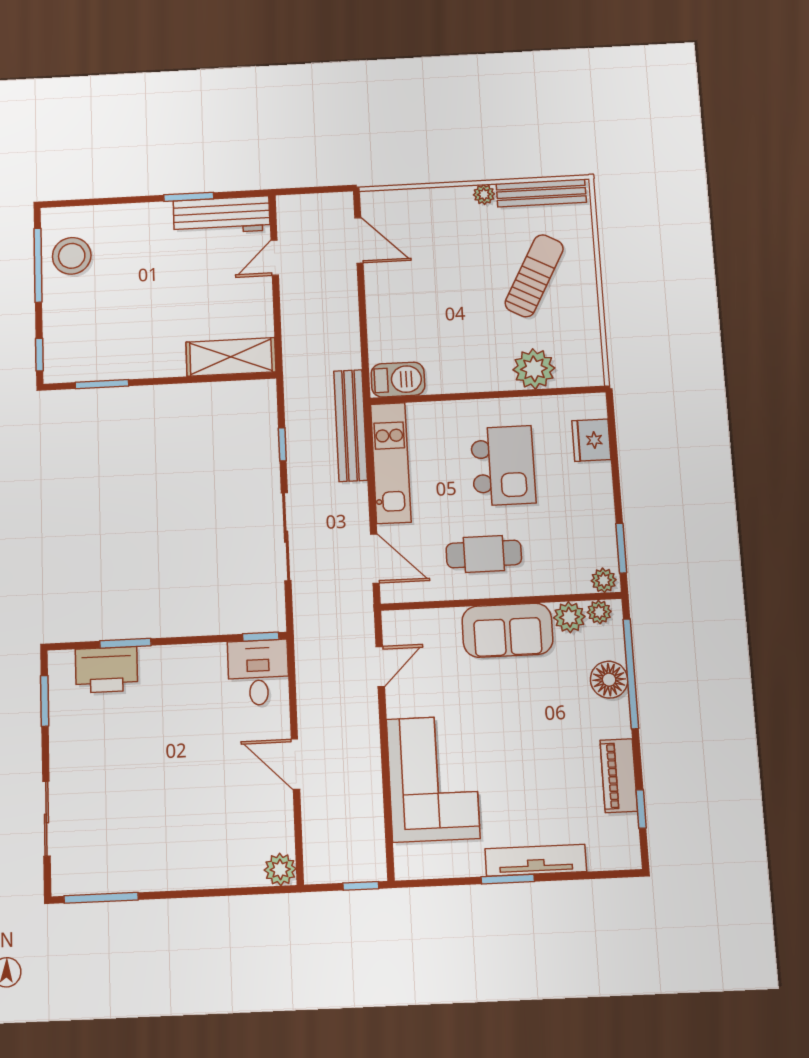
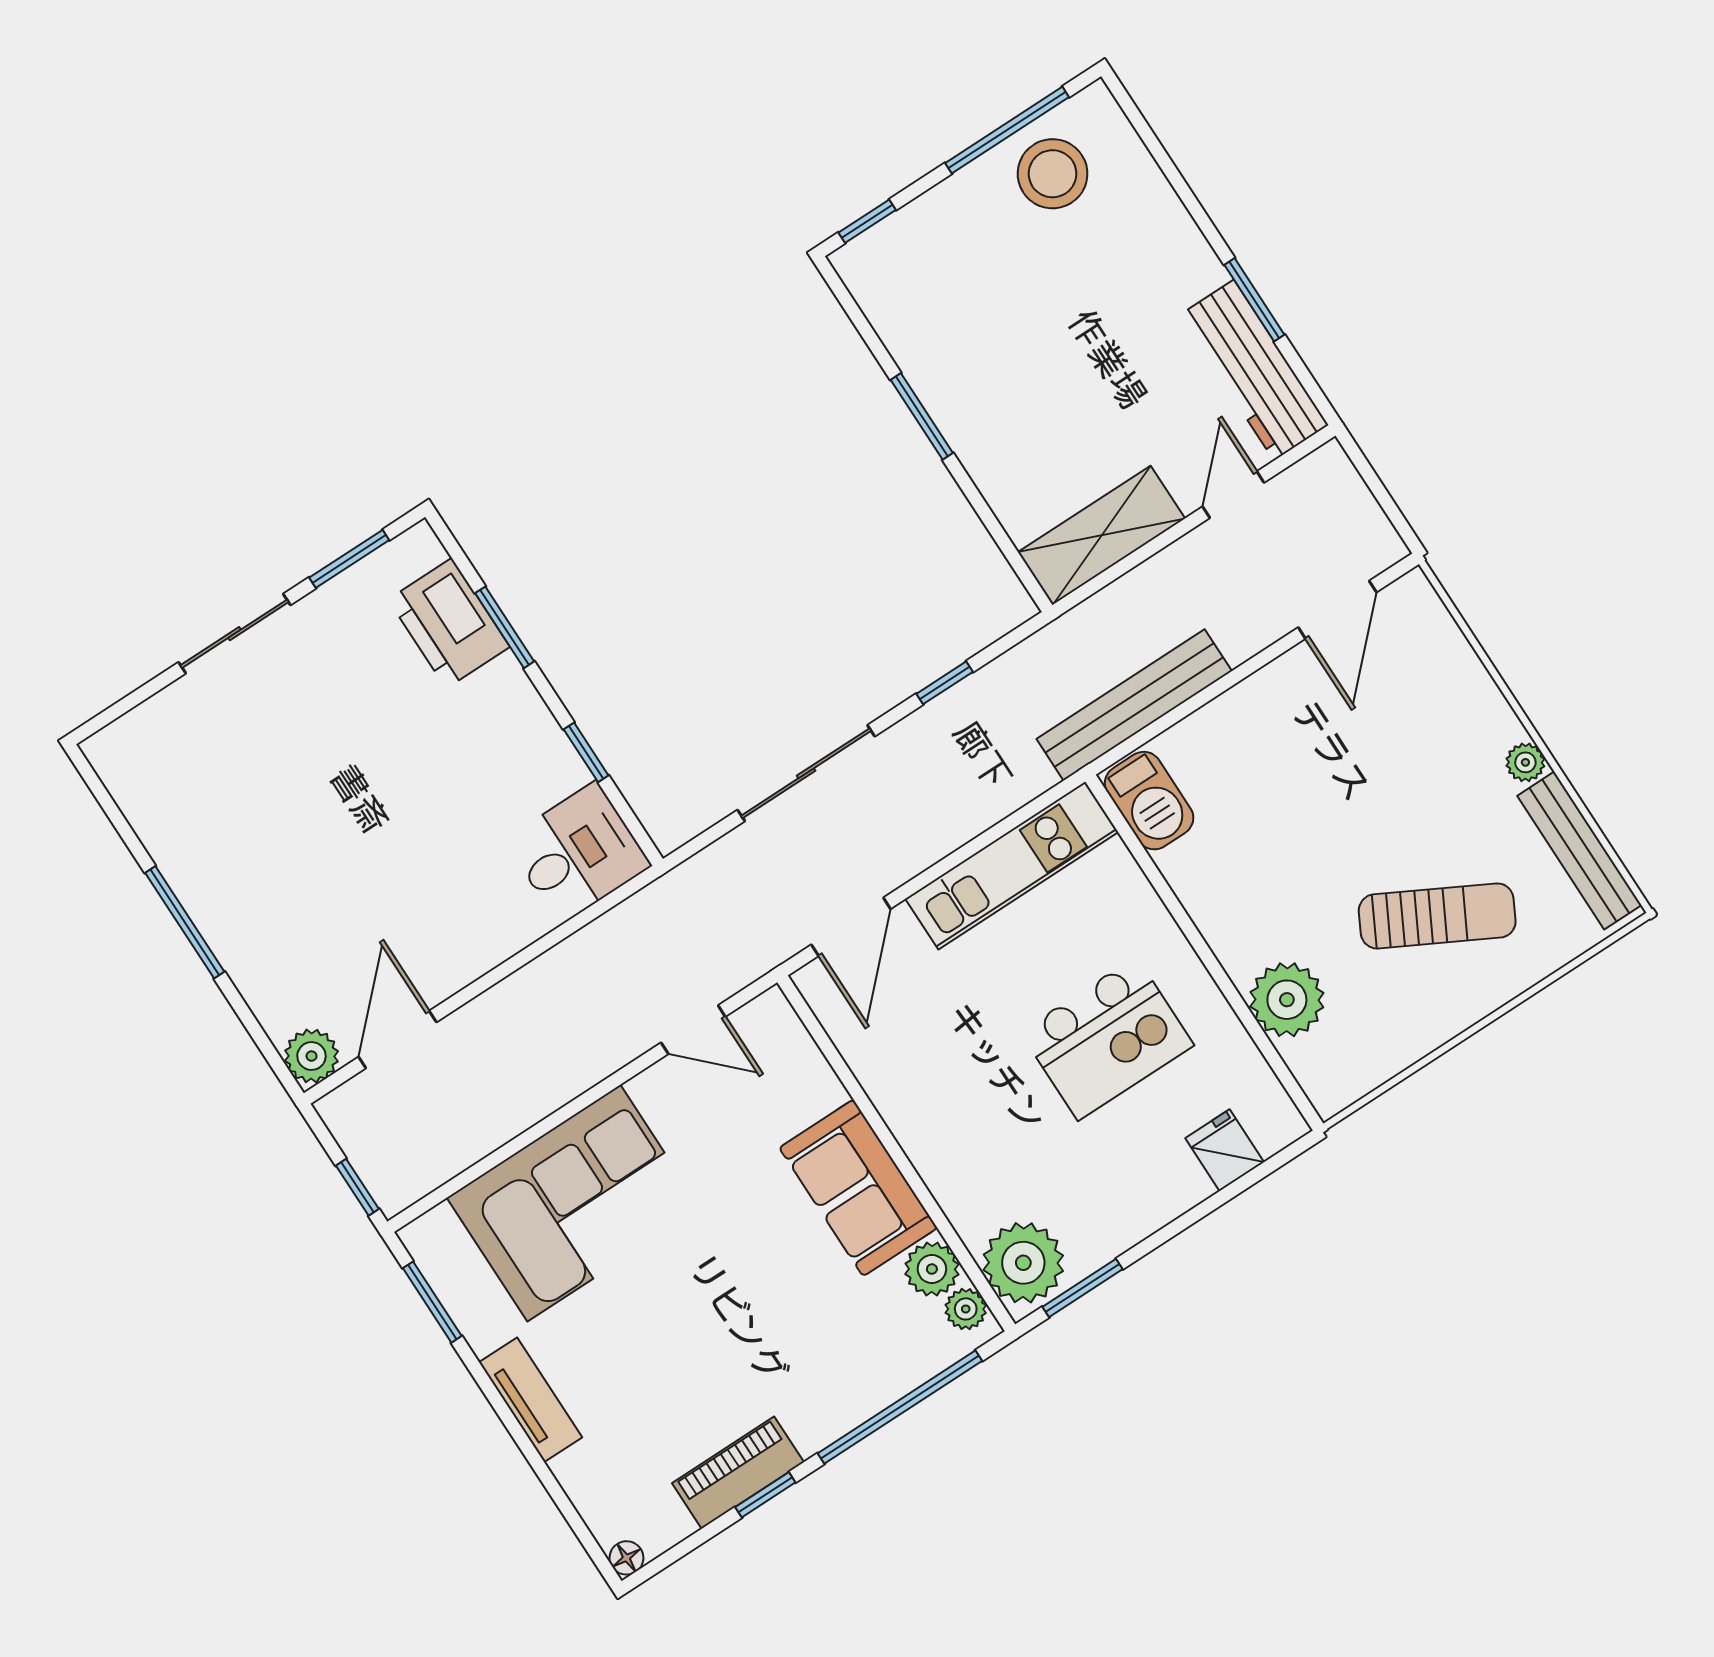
door: (275, 258) -> (1233, 495), hinge flipped
shelving: (231, 357) -> (1101, 535), moved, turned 90
window: (102, 384) -> (922, 416), moved
bench: (351, 425) -> (1134, 705), moved
fridge: (591, 440) -> (1225, 1150), width x0.72
cafe table: (484, 554) -> (954, 1087), removed
plant: (604, 580) -> (1023, 1263), width x1.87, depth x1.87
window: (261, 637) -> (586, 752), moved
floor lamp: (609, 680) -> (626, 1558), moved, width x0.53, depth x0.53
door: (295, 764) -> (398, 1039), moved
window: (641, 809) -> (765, 1495), moved
sliding door: (46, 818) -> (235, 634), moved
tv unit: (536, 860) -> (531, 1400), width x0.71
window: (508, 879) -> (432, 1302), moved
window: (101, 898) -> (185, 922), moved

